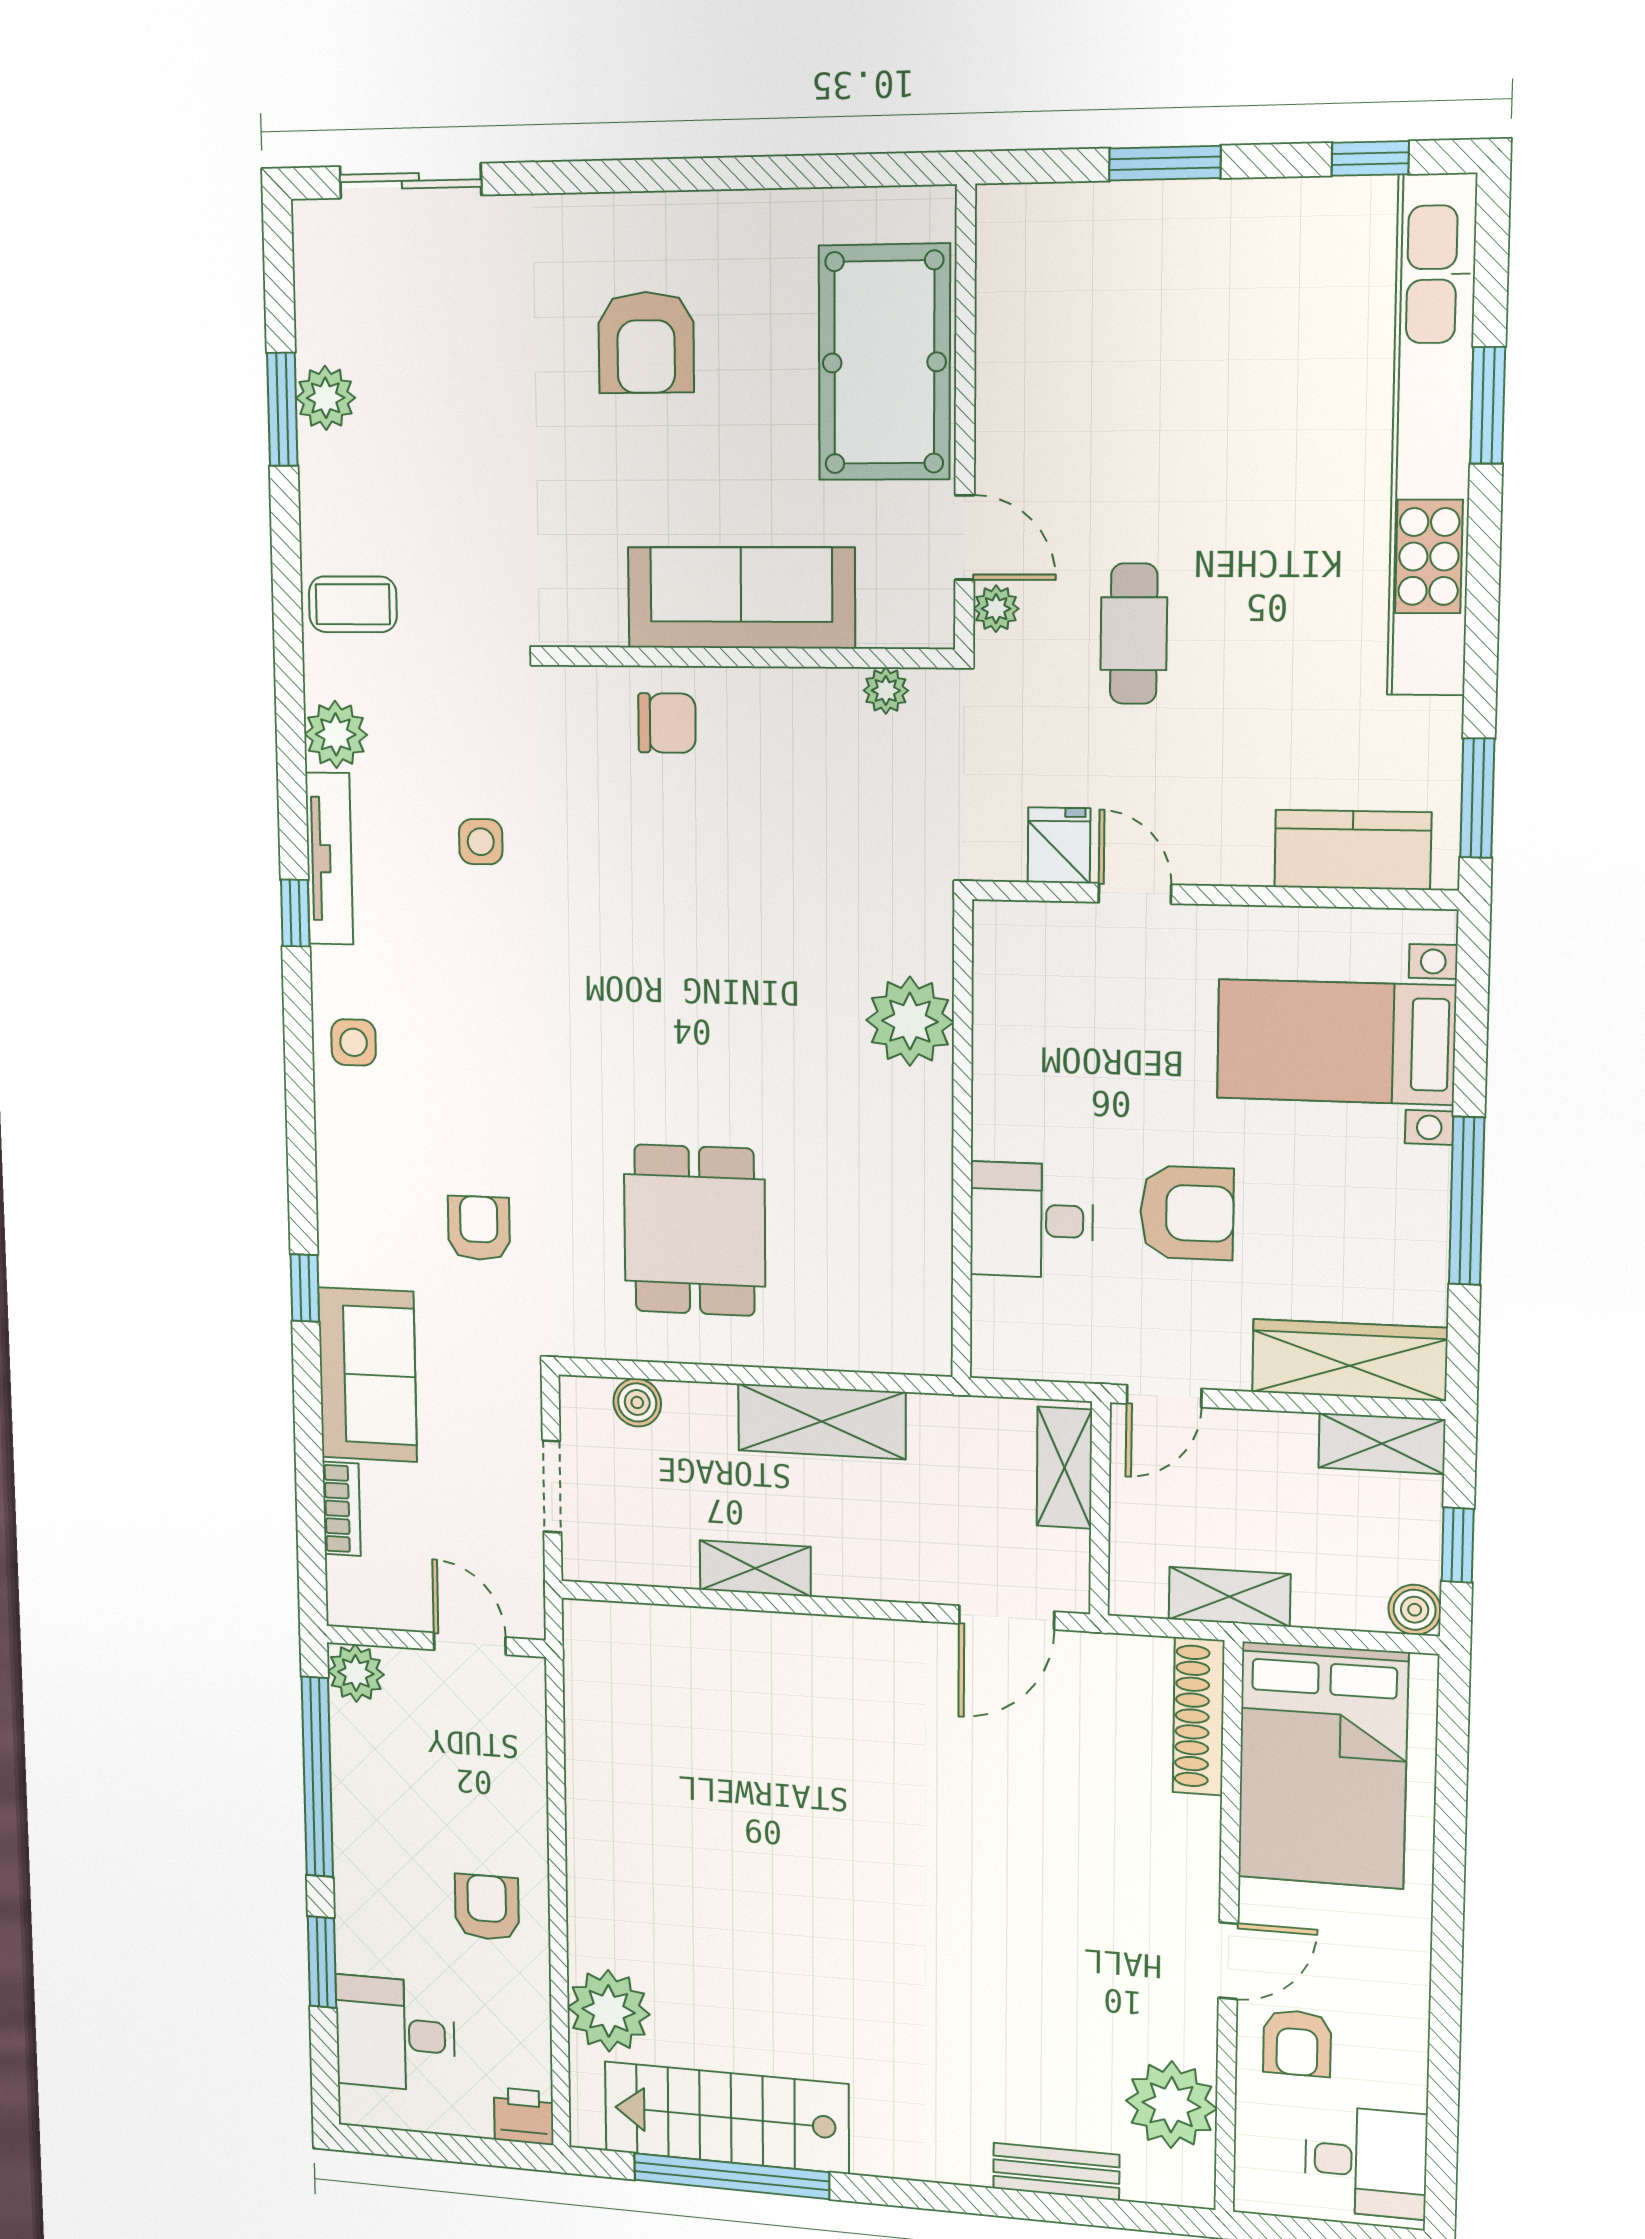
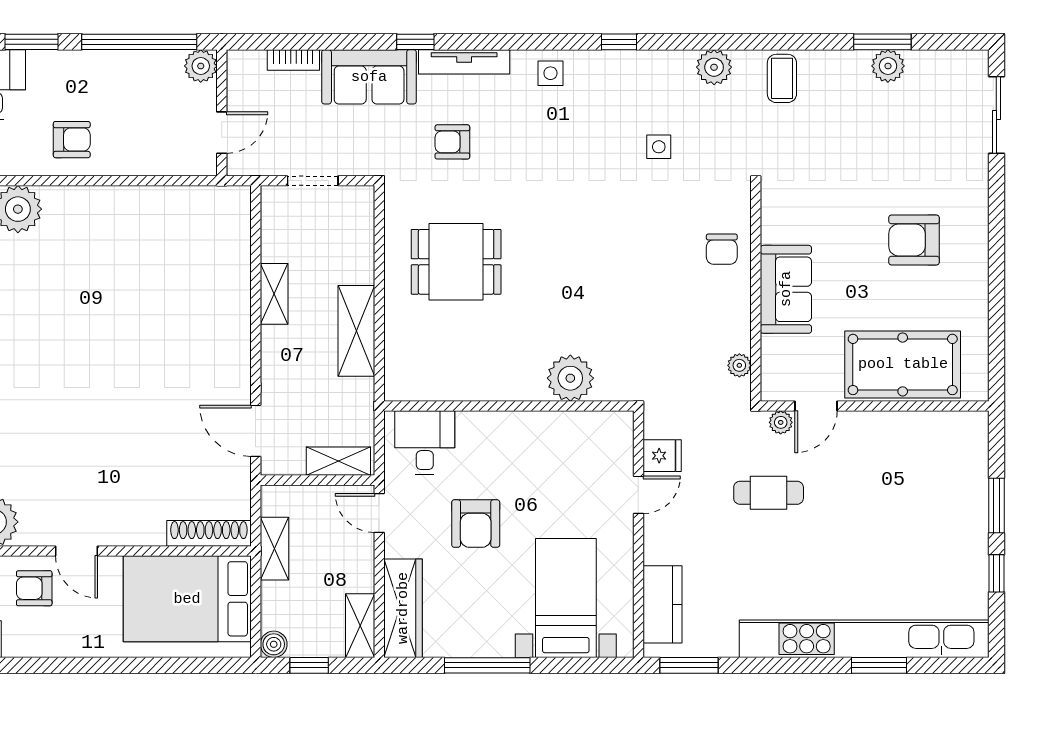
window: (1370, 158) -> (996, 573), moved
sofa: (741, 598) -> (786, 289), width x0.73
tv unit: (329, 859) -> (464, 62), moved
desk: (1032, 1220) -> (425, 443), moved
armchair: (479, 1228) -> (452, 142), turned 180
boiler: (637, 1402) -> (361, 229), removed

